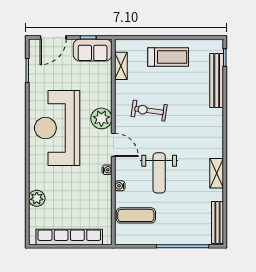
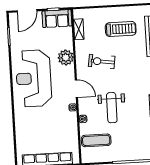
treadmill: (168, 57) -> (121, 29), moved
plant: (101, 118) -> (66, 57), moved
plant: (37, 198) -> (21, 132), removed

